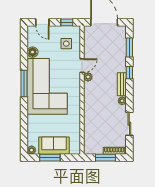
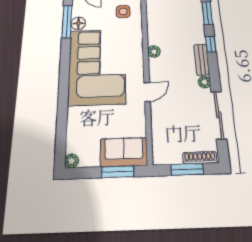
door: (82, 66) -> (147, 92), moved
window: (24, 83) -> (67, 22), moved
sliding door: (129, 124) -> (219, 115), width x1.37
sofa: (54, 146) -> (124, 152), moved
window: (50, 158) -> (118, 172), moved

